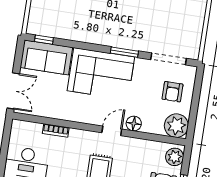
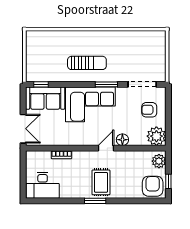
sun lounger: (105, 22) -> (87, 63), added
armchair: (173, 92) -> (149, 110), turned 90

